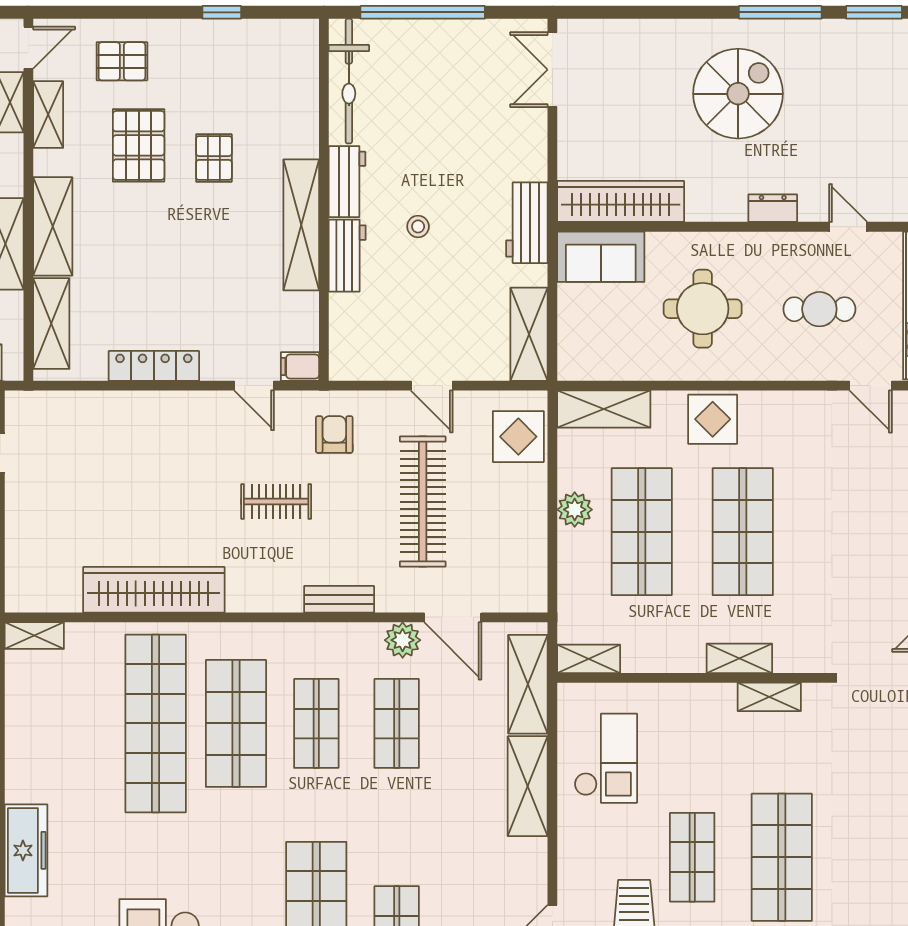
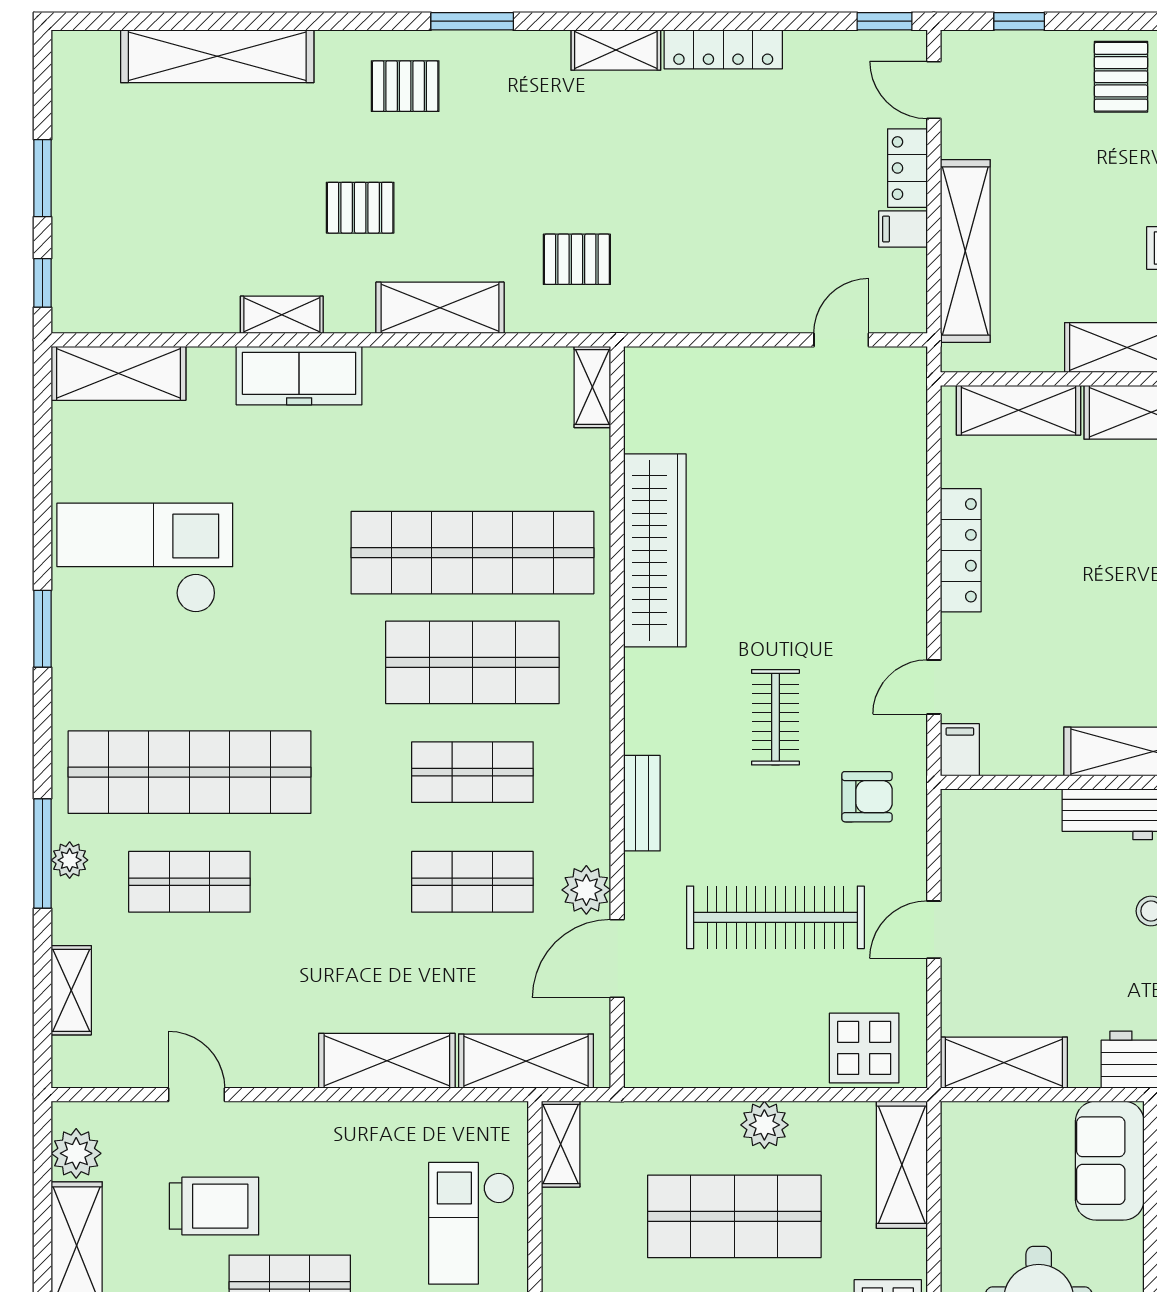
checkout: (606, 758) -> (471, 1223), moved, turned 90

